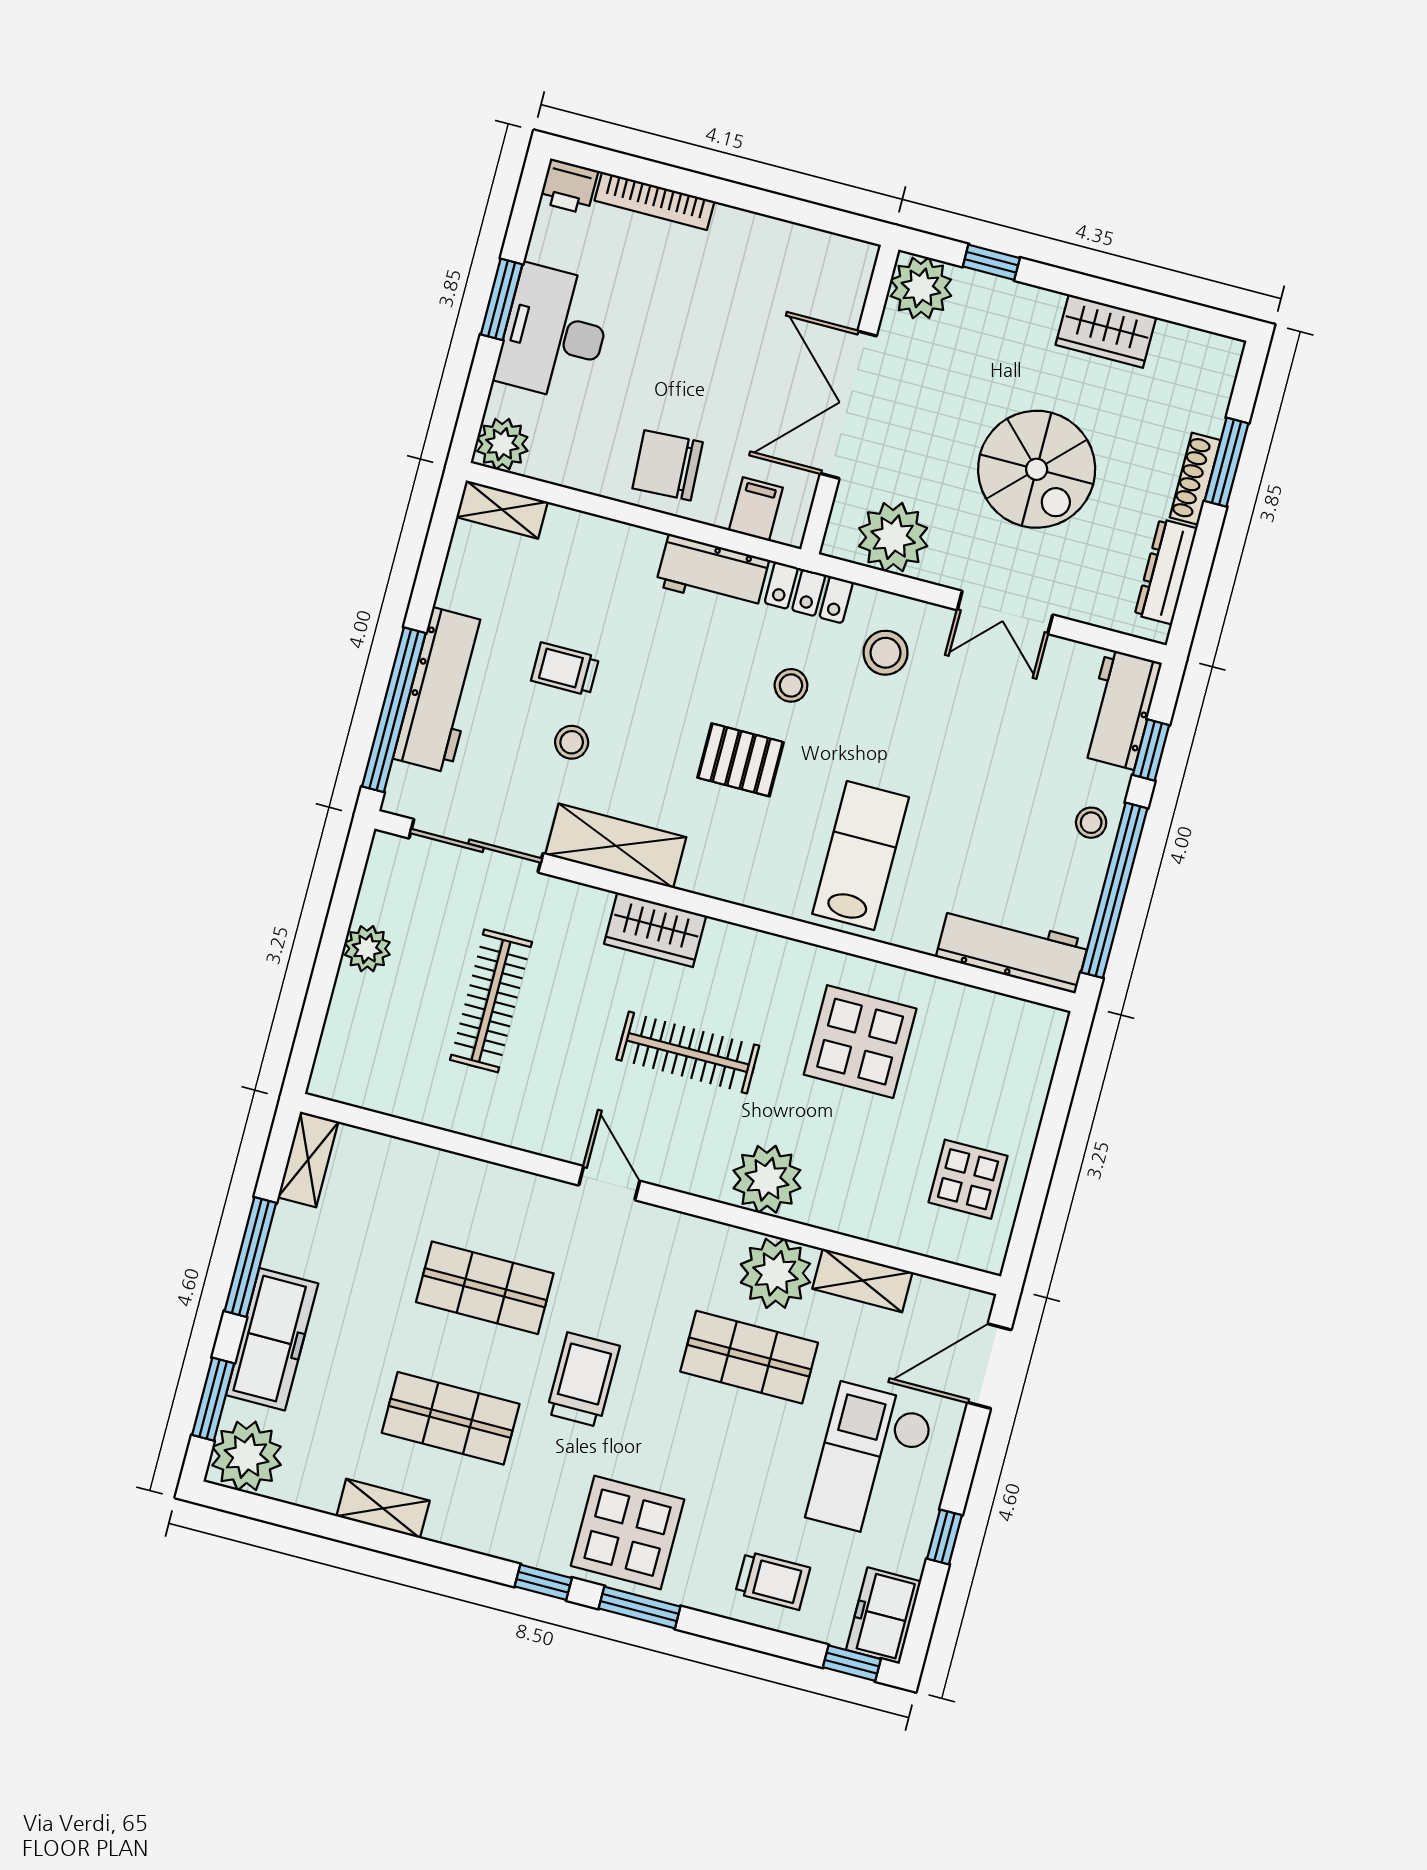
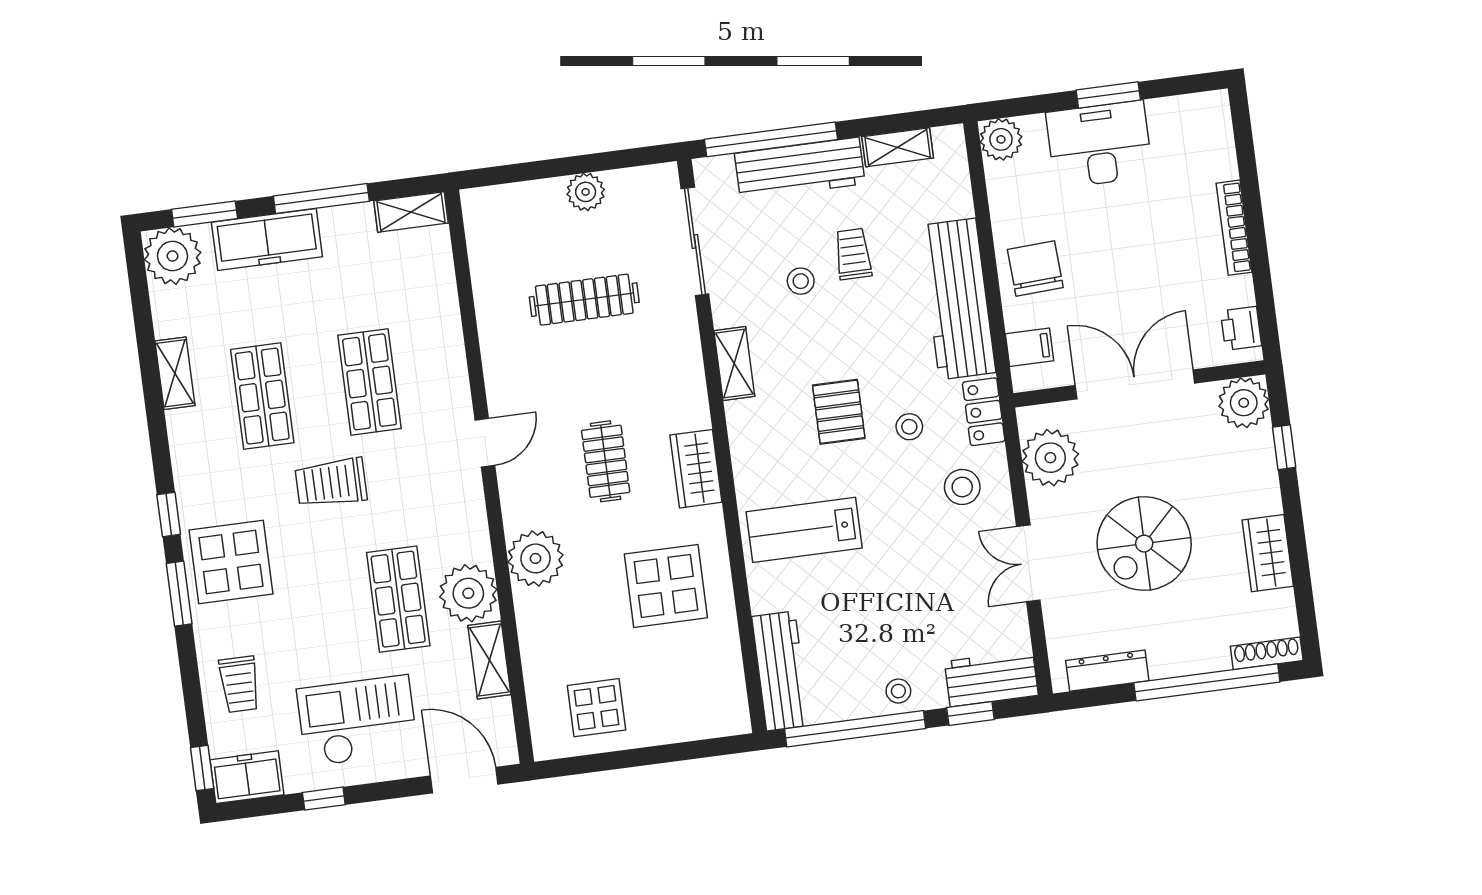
printer: (569, 186) -> (1241, 328), moved
bookcase: (654, 201) -> (1234, 228), moved
window: (1226, 462) -> (1207, 682), width x2.11
shoe rack: (1195, 479) -> (1267, 653), moved
shelving: (502, 509) -> (898, 147), moved, turned 90
workbench: (712, 573) -> (958, 299), width x1.88, depth x1.32
shelving: (616, 846) -> (734, 364), width x0.67, depth x0.75
lab bench: (861, 855) -> (804, 530), turned 180
wardrobe: (655, 930) -> (696, 469), moved
clothes rail: (688, 1053) -> (606, 461), width x0.73
trolley: (583, 1380) -> (331, 483), turned 180

